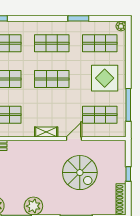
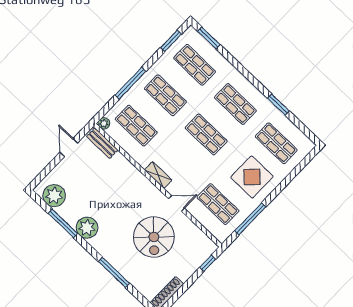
plant: (121, 26) -> (308, 146), removed
window: (128, 174) -> (208, 263), moved

